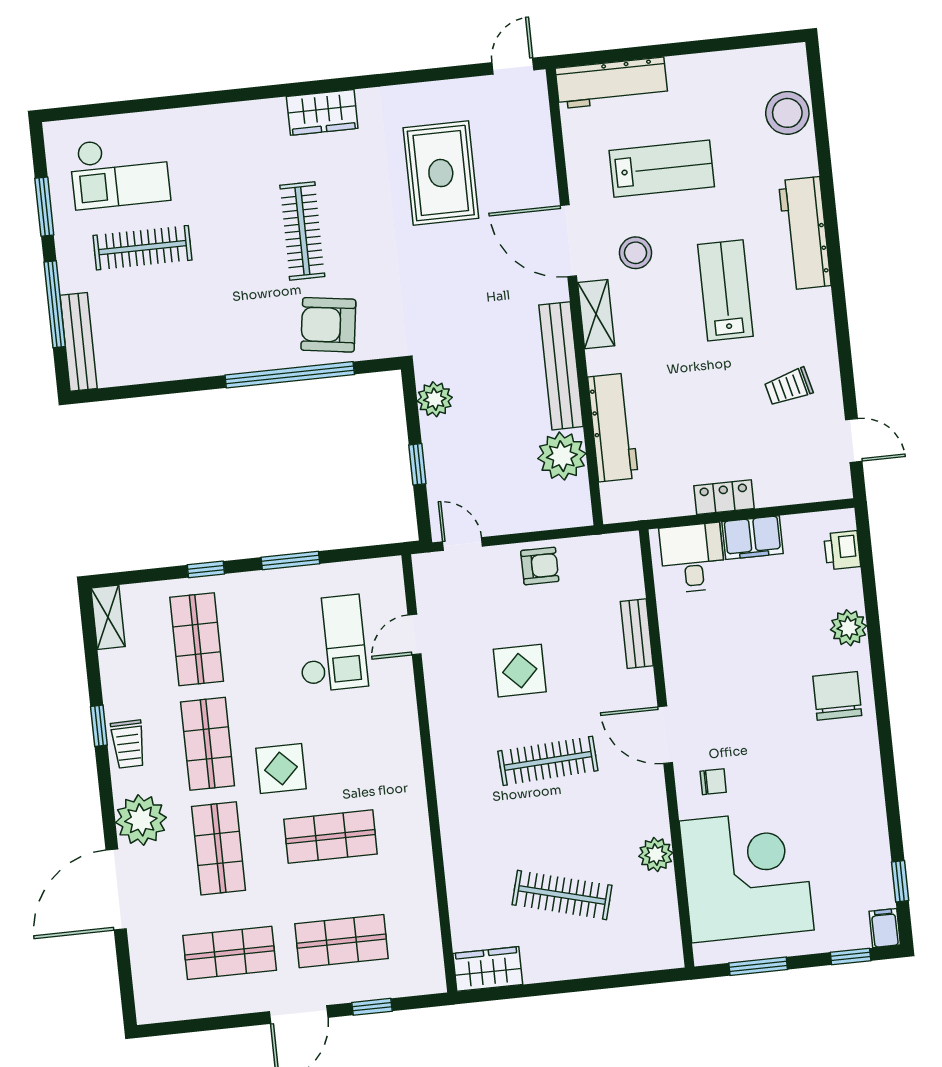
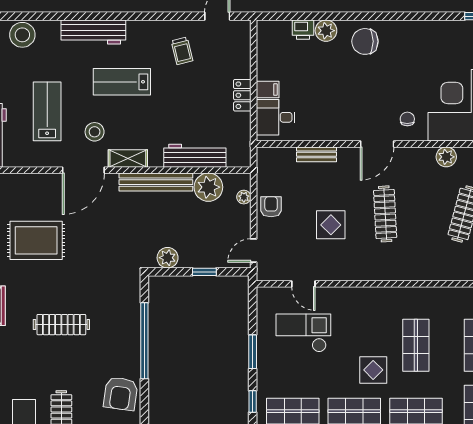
armchair: (328, 325) -> (121, 394), moved
plant: (551, 518) -> (244, 197), added
filing cabinet: (753, 538) -> (268, 90), width x0.50
printer: (842, 550) -> (303, 30), moved

